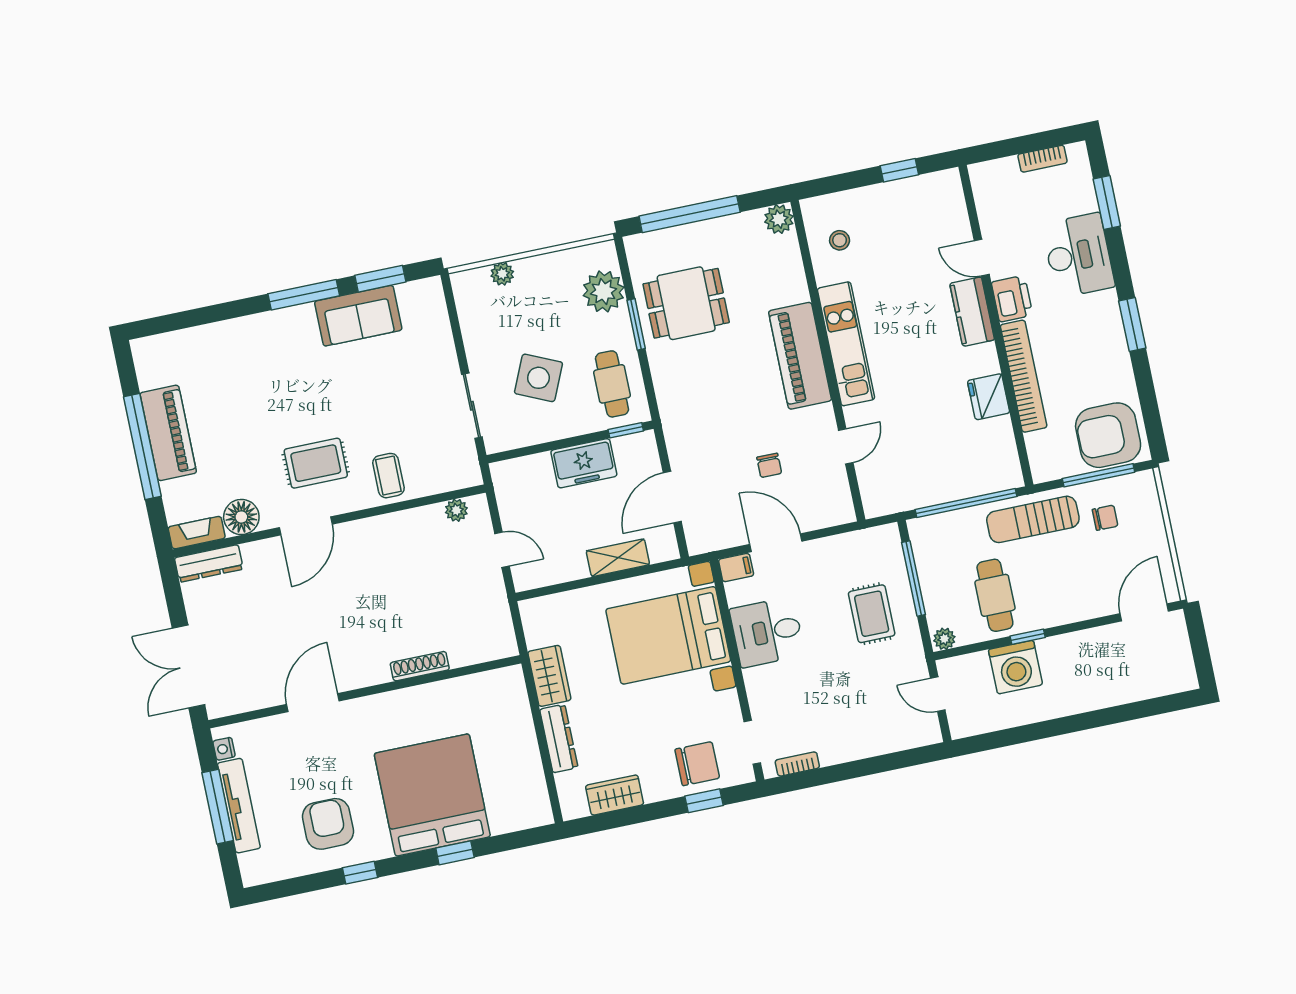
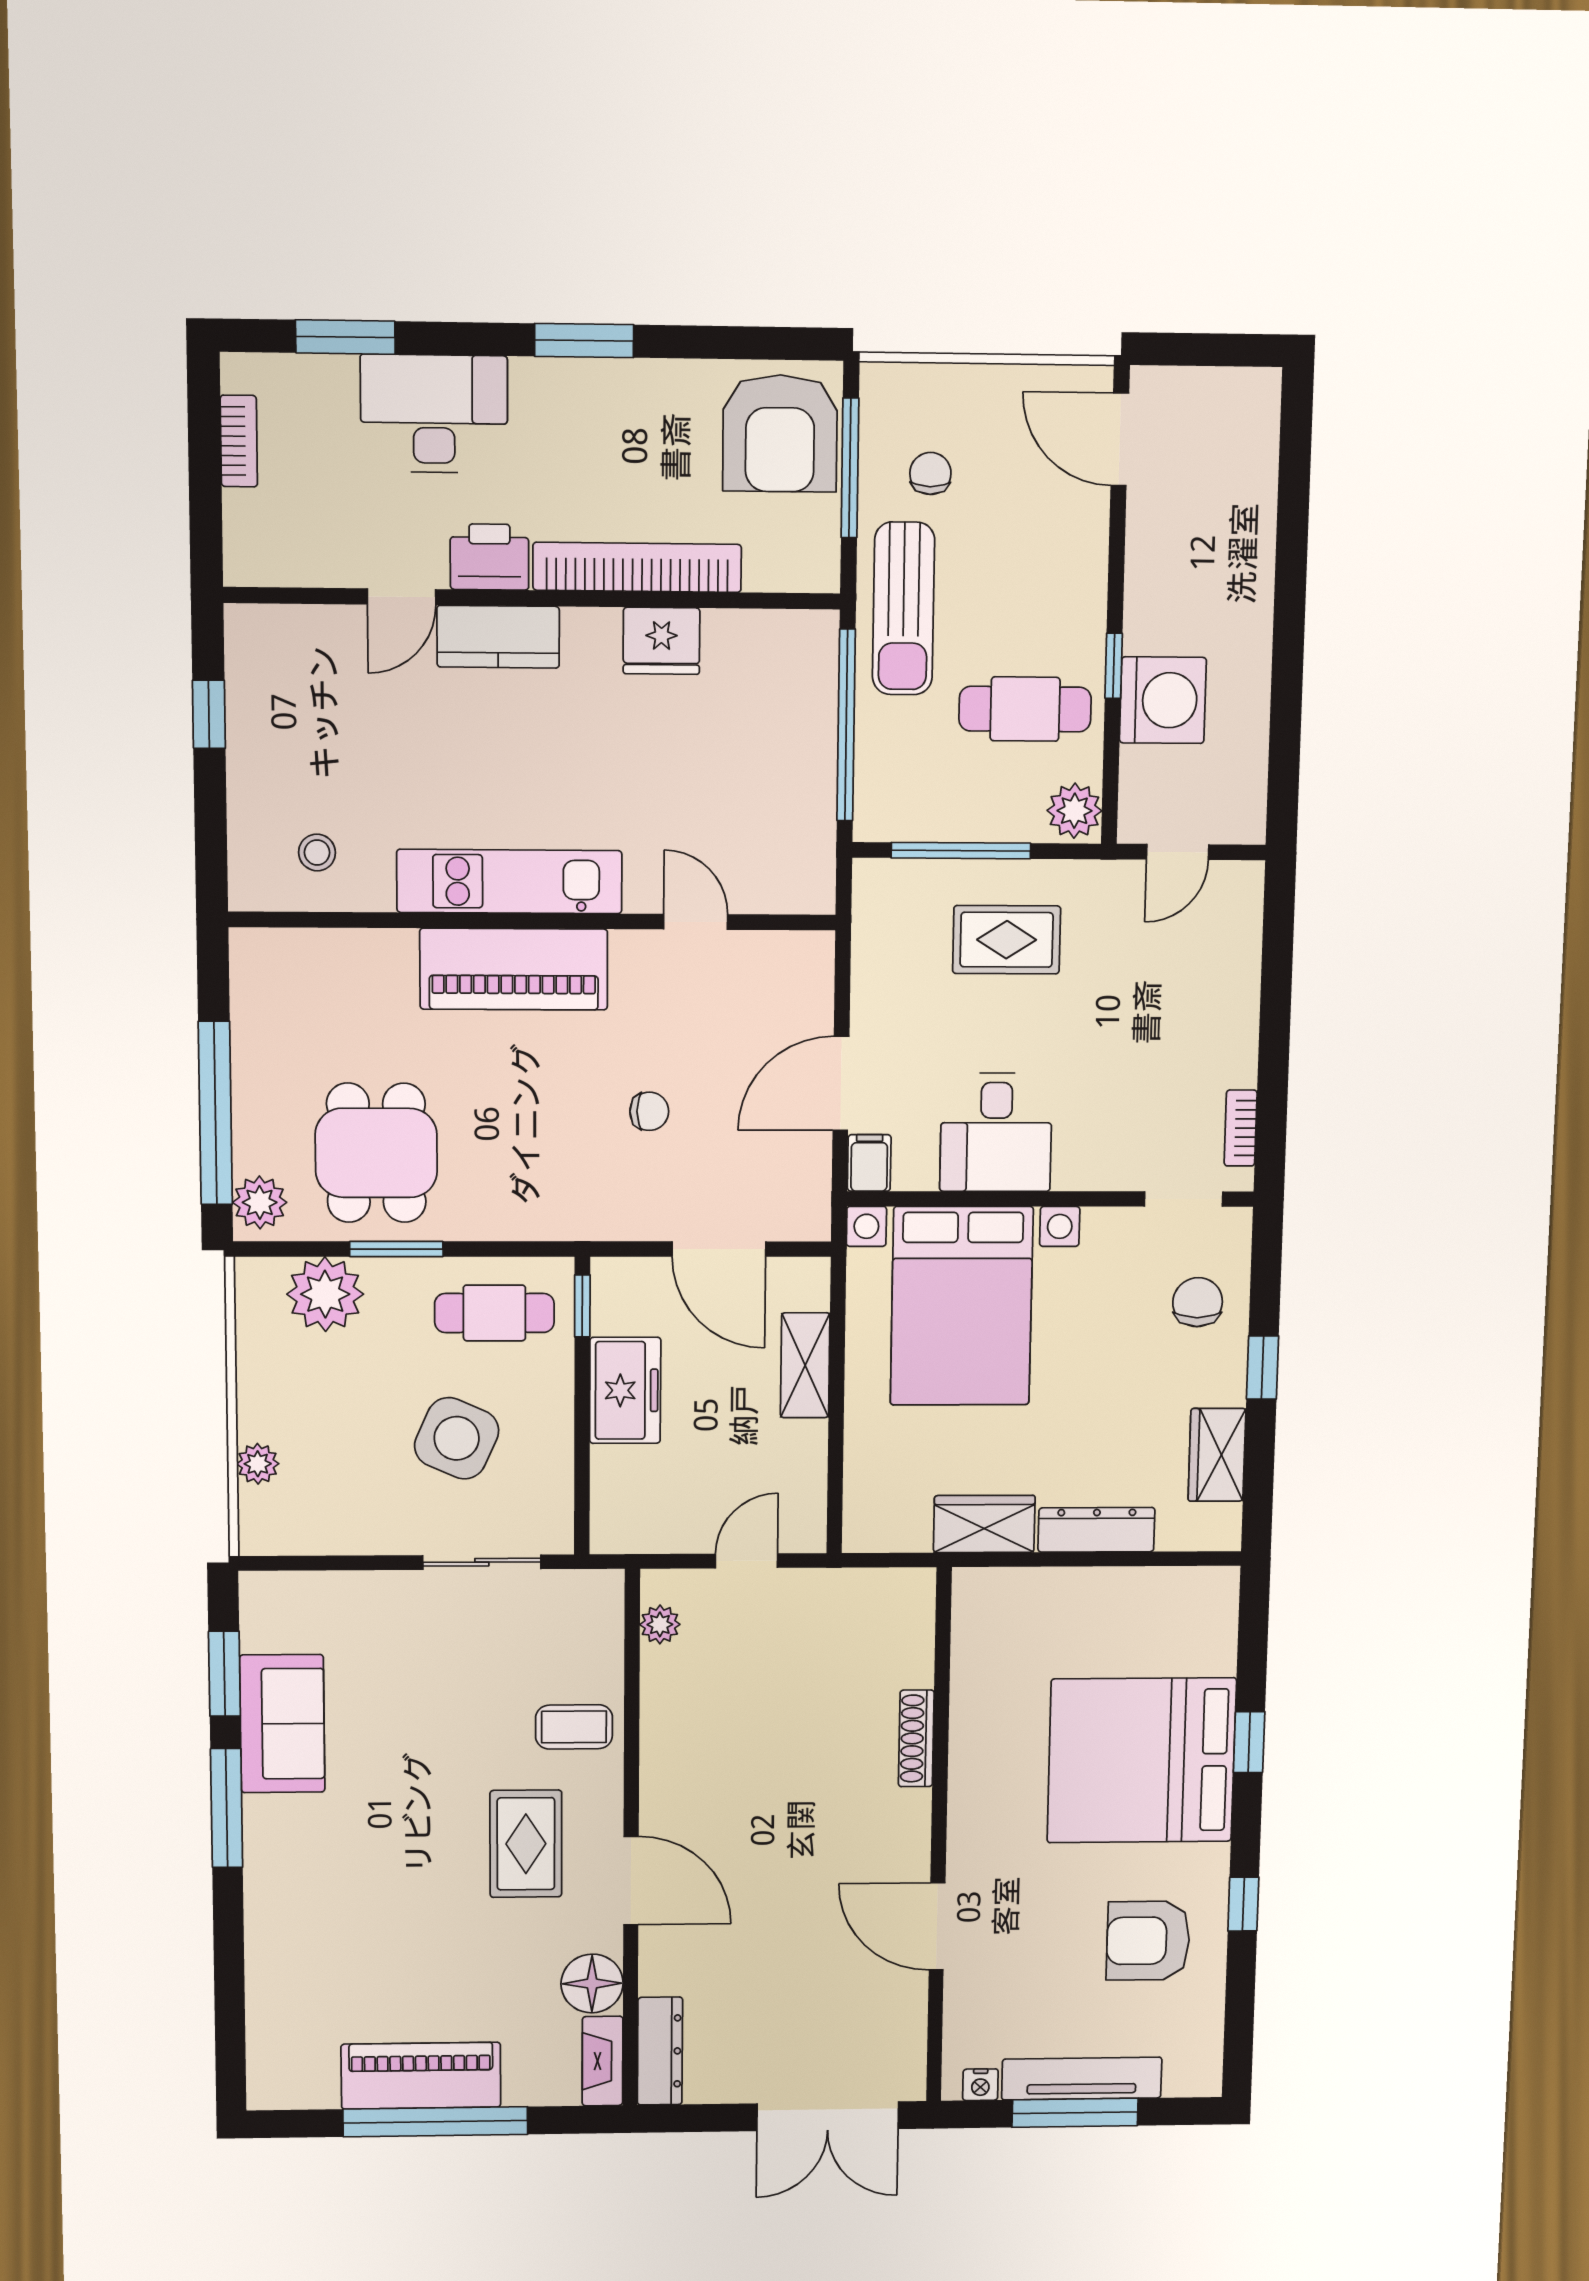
plant: (779, 219) -> (260, 1202), moved
chair: (769, 465) -> (649, 1111), moved
plant: (944, 639) -> (1074, 811), width x1.38, depth x1.38
chair: (697, 764) -> (1198, 1302), width x0.73, depth x0.73
window: (704, 801) -> (1262, 1368), moved

